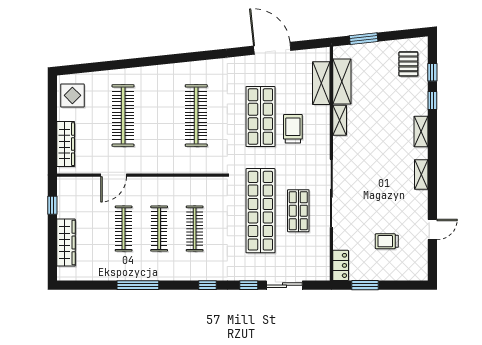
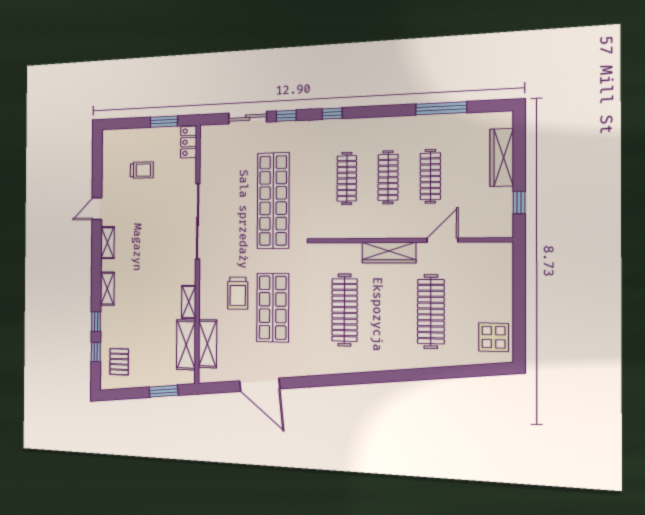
wardrobe: (66, 144) -> (389, 253), moved, turned -90
shop shelf: (298, 211) -> (232, 201), removed
door: (432, 229) -> (97, 209), moved
window: (138, 285) -> (441, 108), moved

